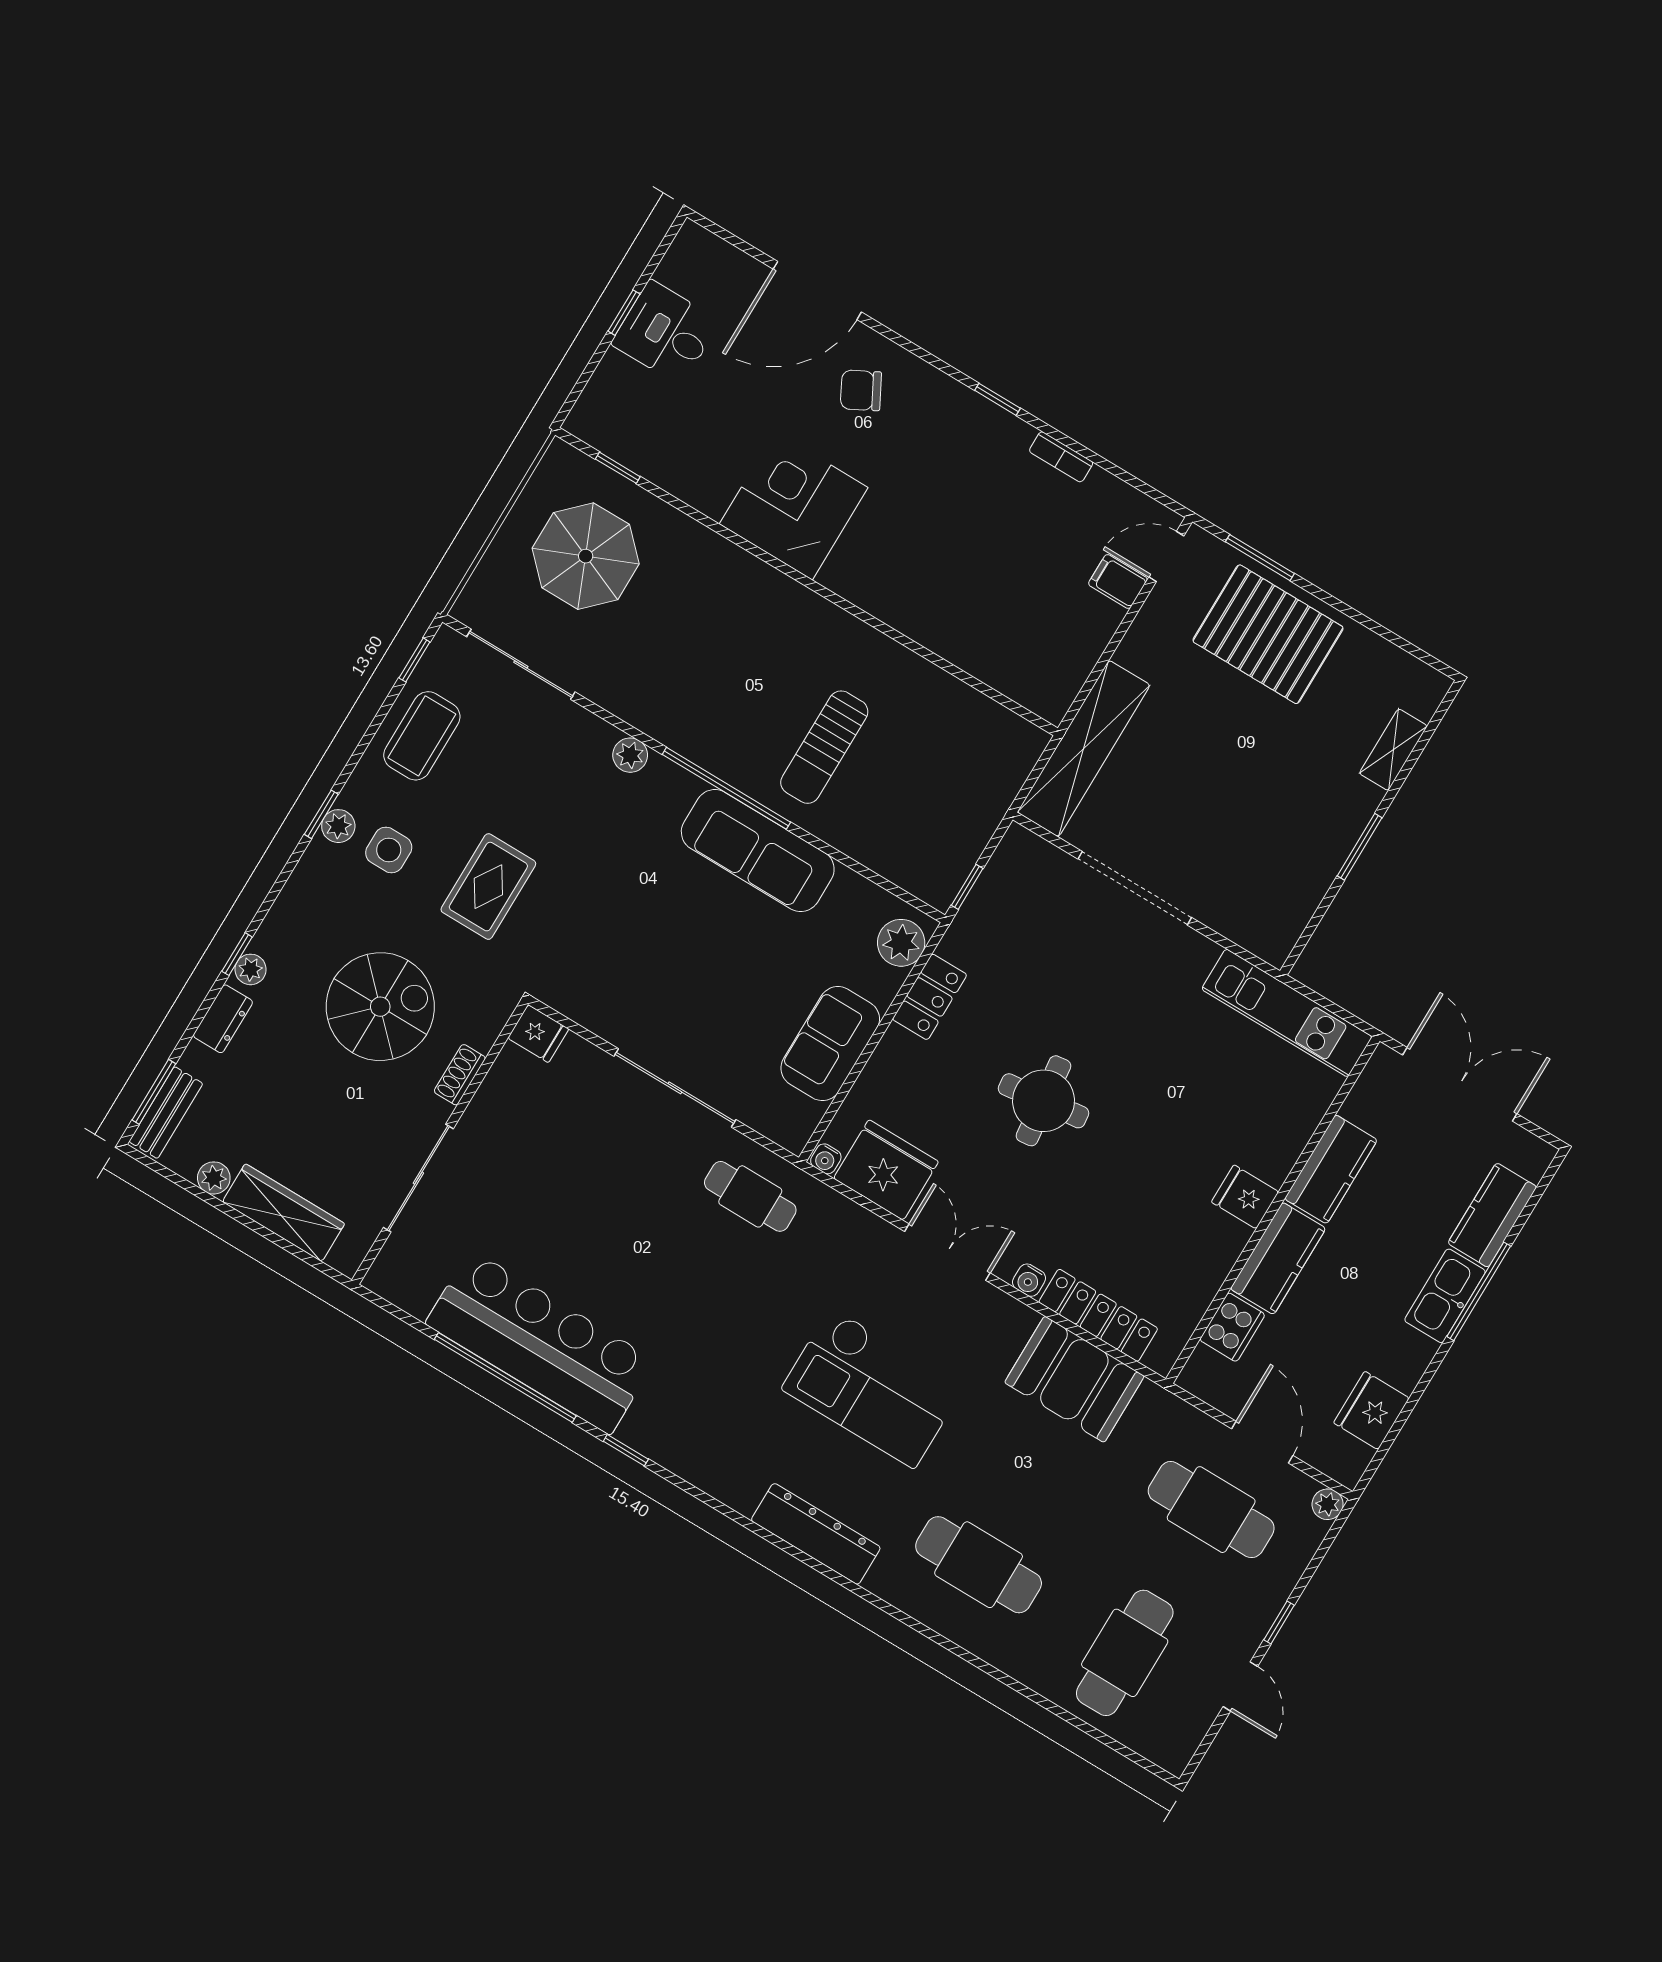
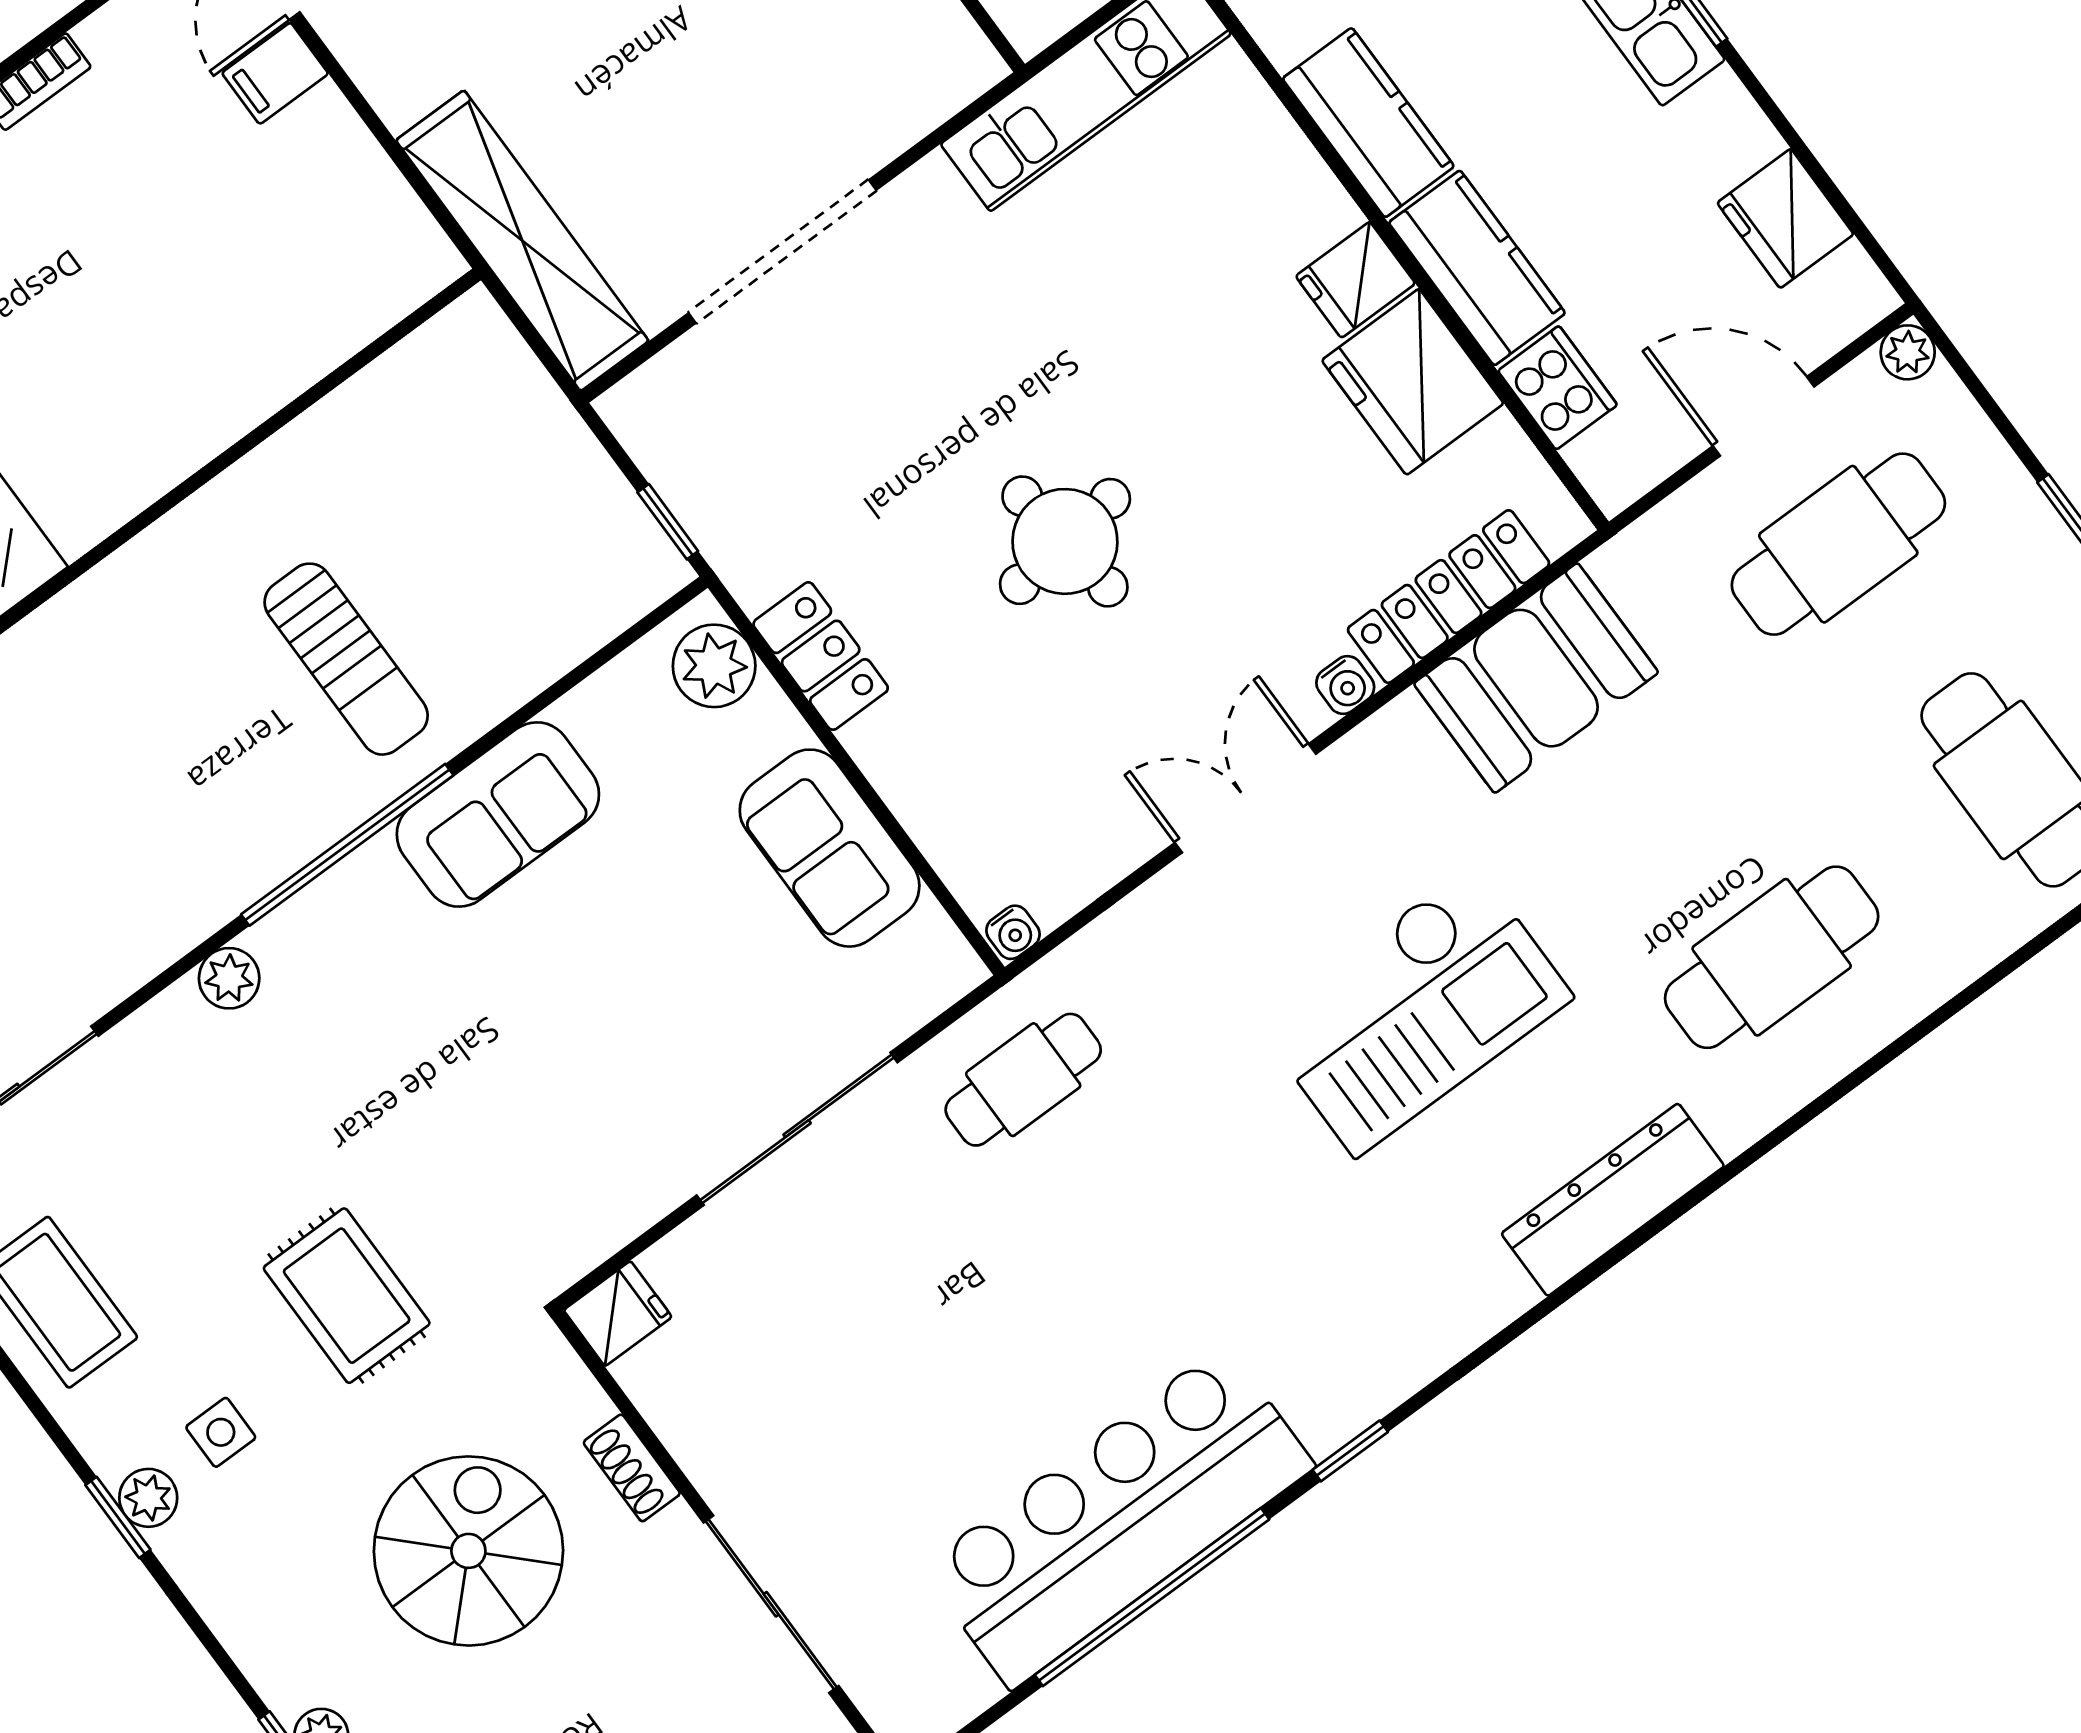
side table: (389, 850) -> (221, 1432), width x0.73, depth x0.73
sofa: (758, 851) -> (498, 815), width x0.73
fridge: (886, 1170) -> (1413, 382), moved, turned -90

